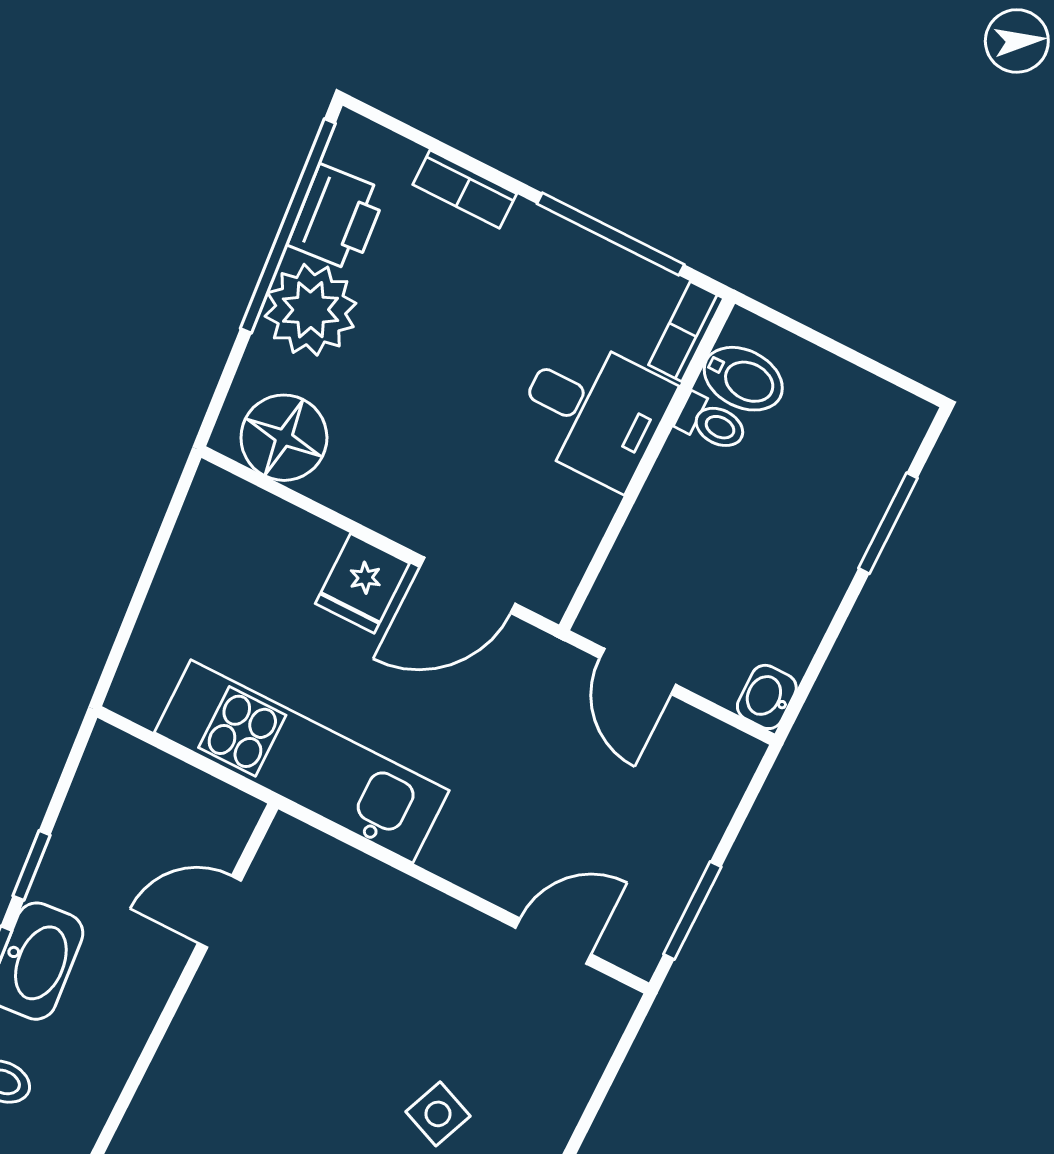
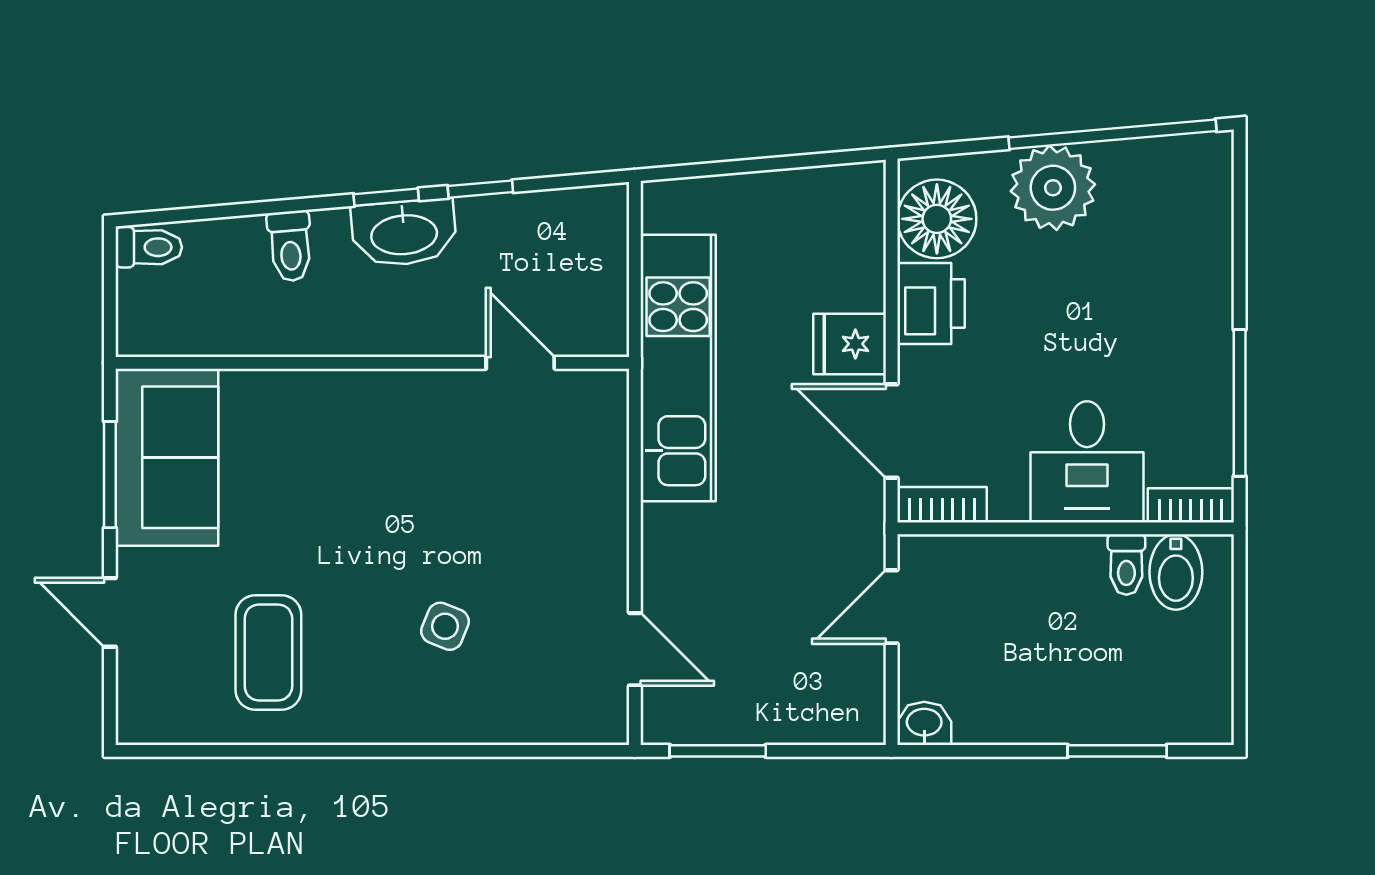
bookcase: (465, 189) -> (942, 505), moved, turned 90
printer: (337, 218) -> (931, 304), moved, turned -85

